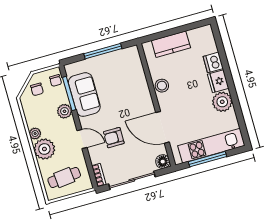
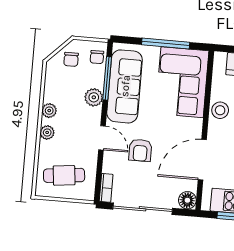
corner sofa: (126, 75) -> (182, 82), added
sofa: (84, 95) -> (125, 86), width x1.36
door: (162, 127) -> (202, 160), hinge flipped
armchair: (114, 138) -> (140, 150), turned -90
plant: (44, 149) -> (47, 132), width x0.53, depth x0.53

